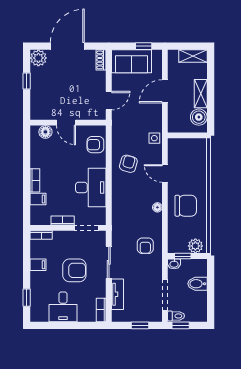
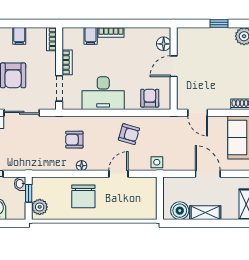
armchair: (145, 246) -> (74, 140), moved

